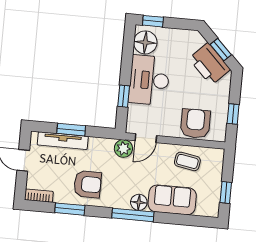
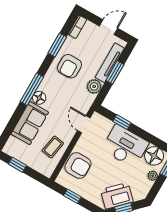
plant: (168, 34) -> (153, 176), added
plant: (123, 148) -> (94, 86), moved

